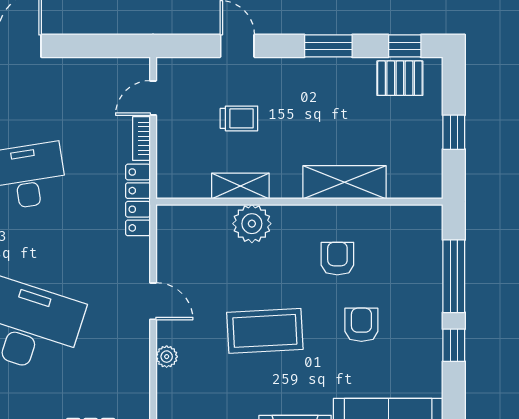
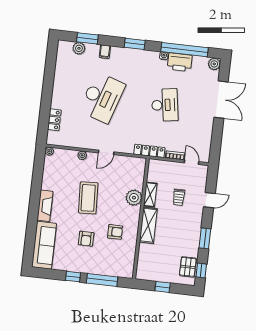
shelving: (345, 182) -> (148, 225), moved
armchair: (361, 325) -> (86, 239), turned 90

